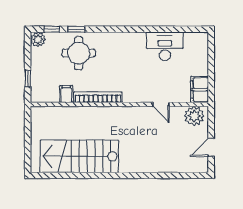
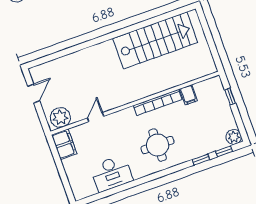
round table: (79, 53) -> (157, 145), moved
door: (161, 104) -> (96, 117), hinge flipped

